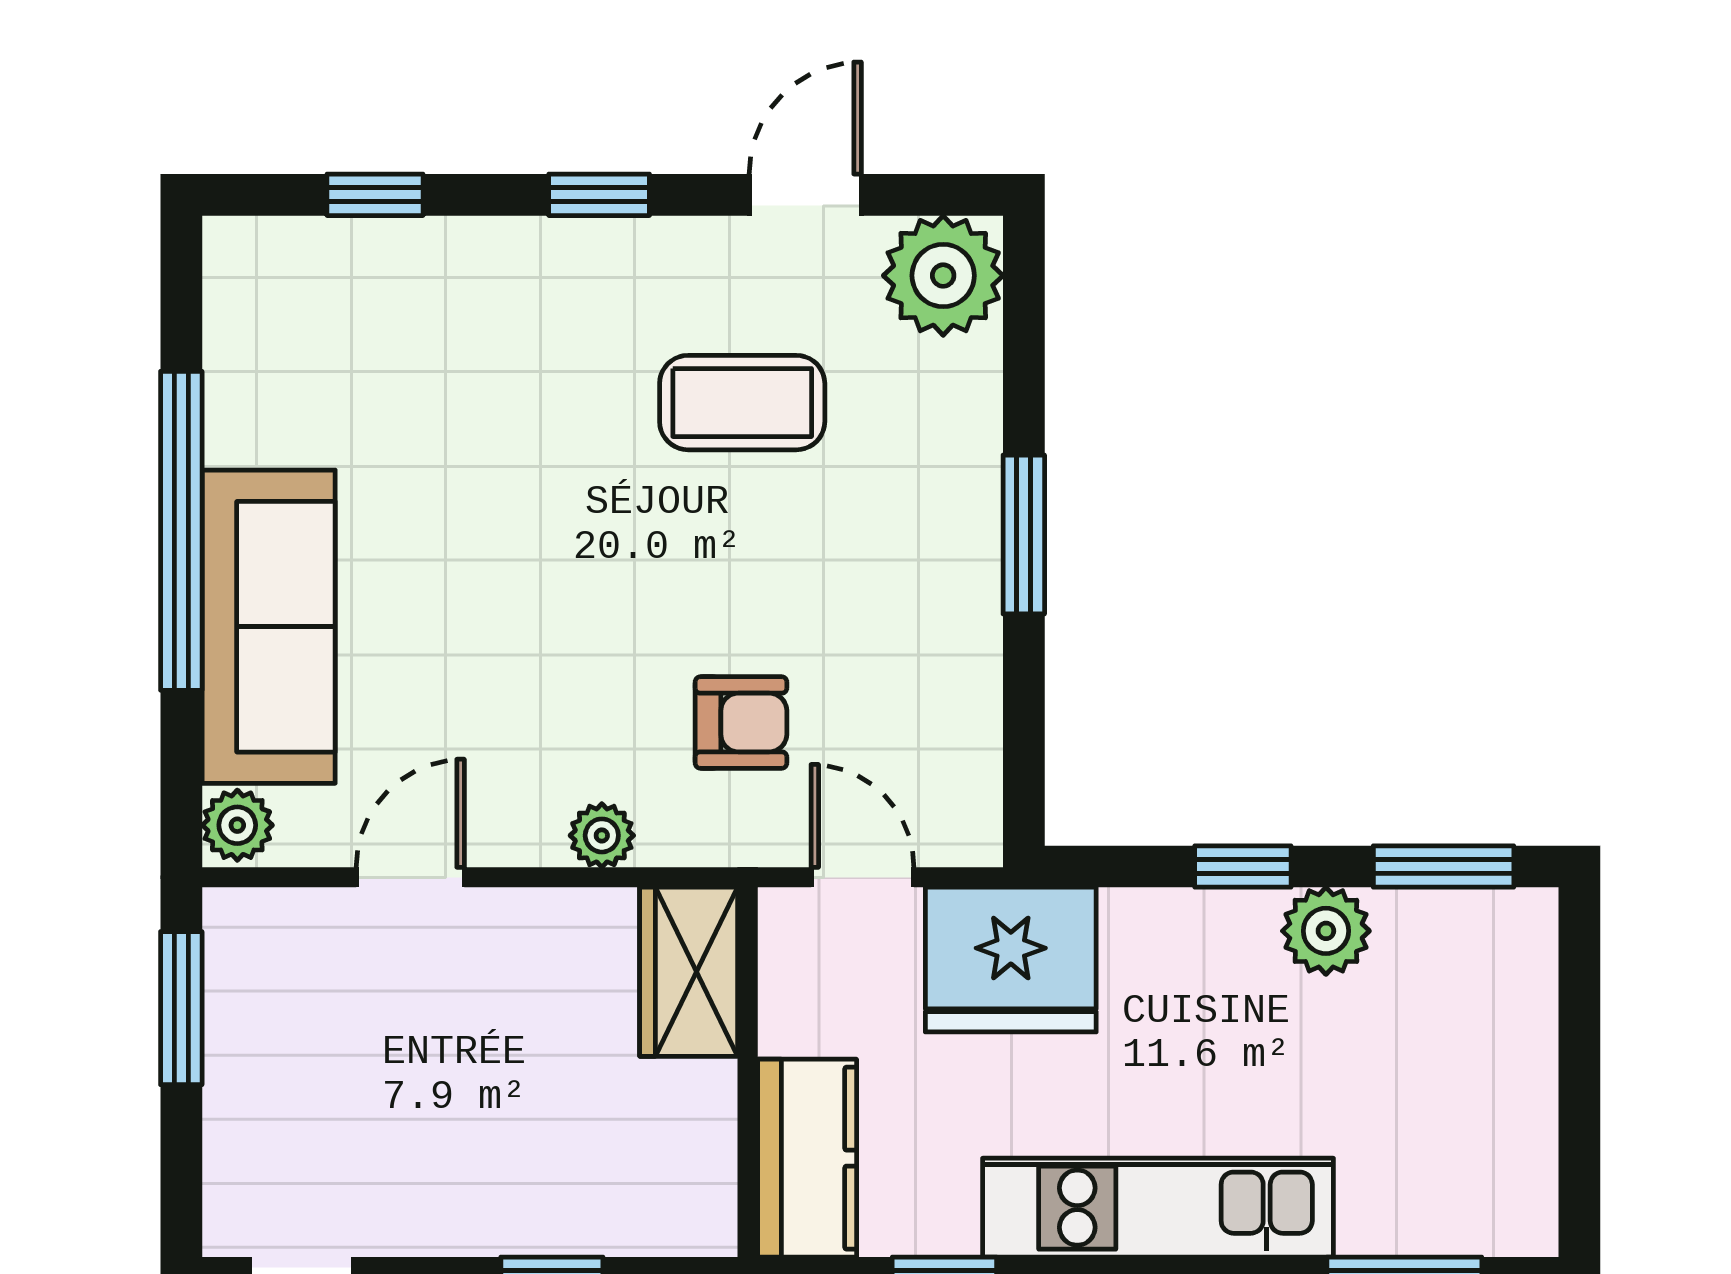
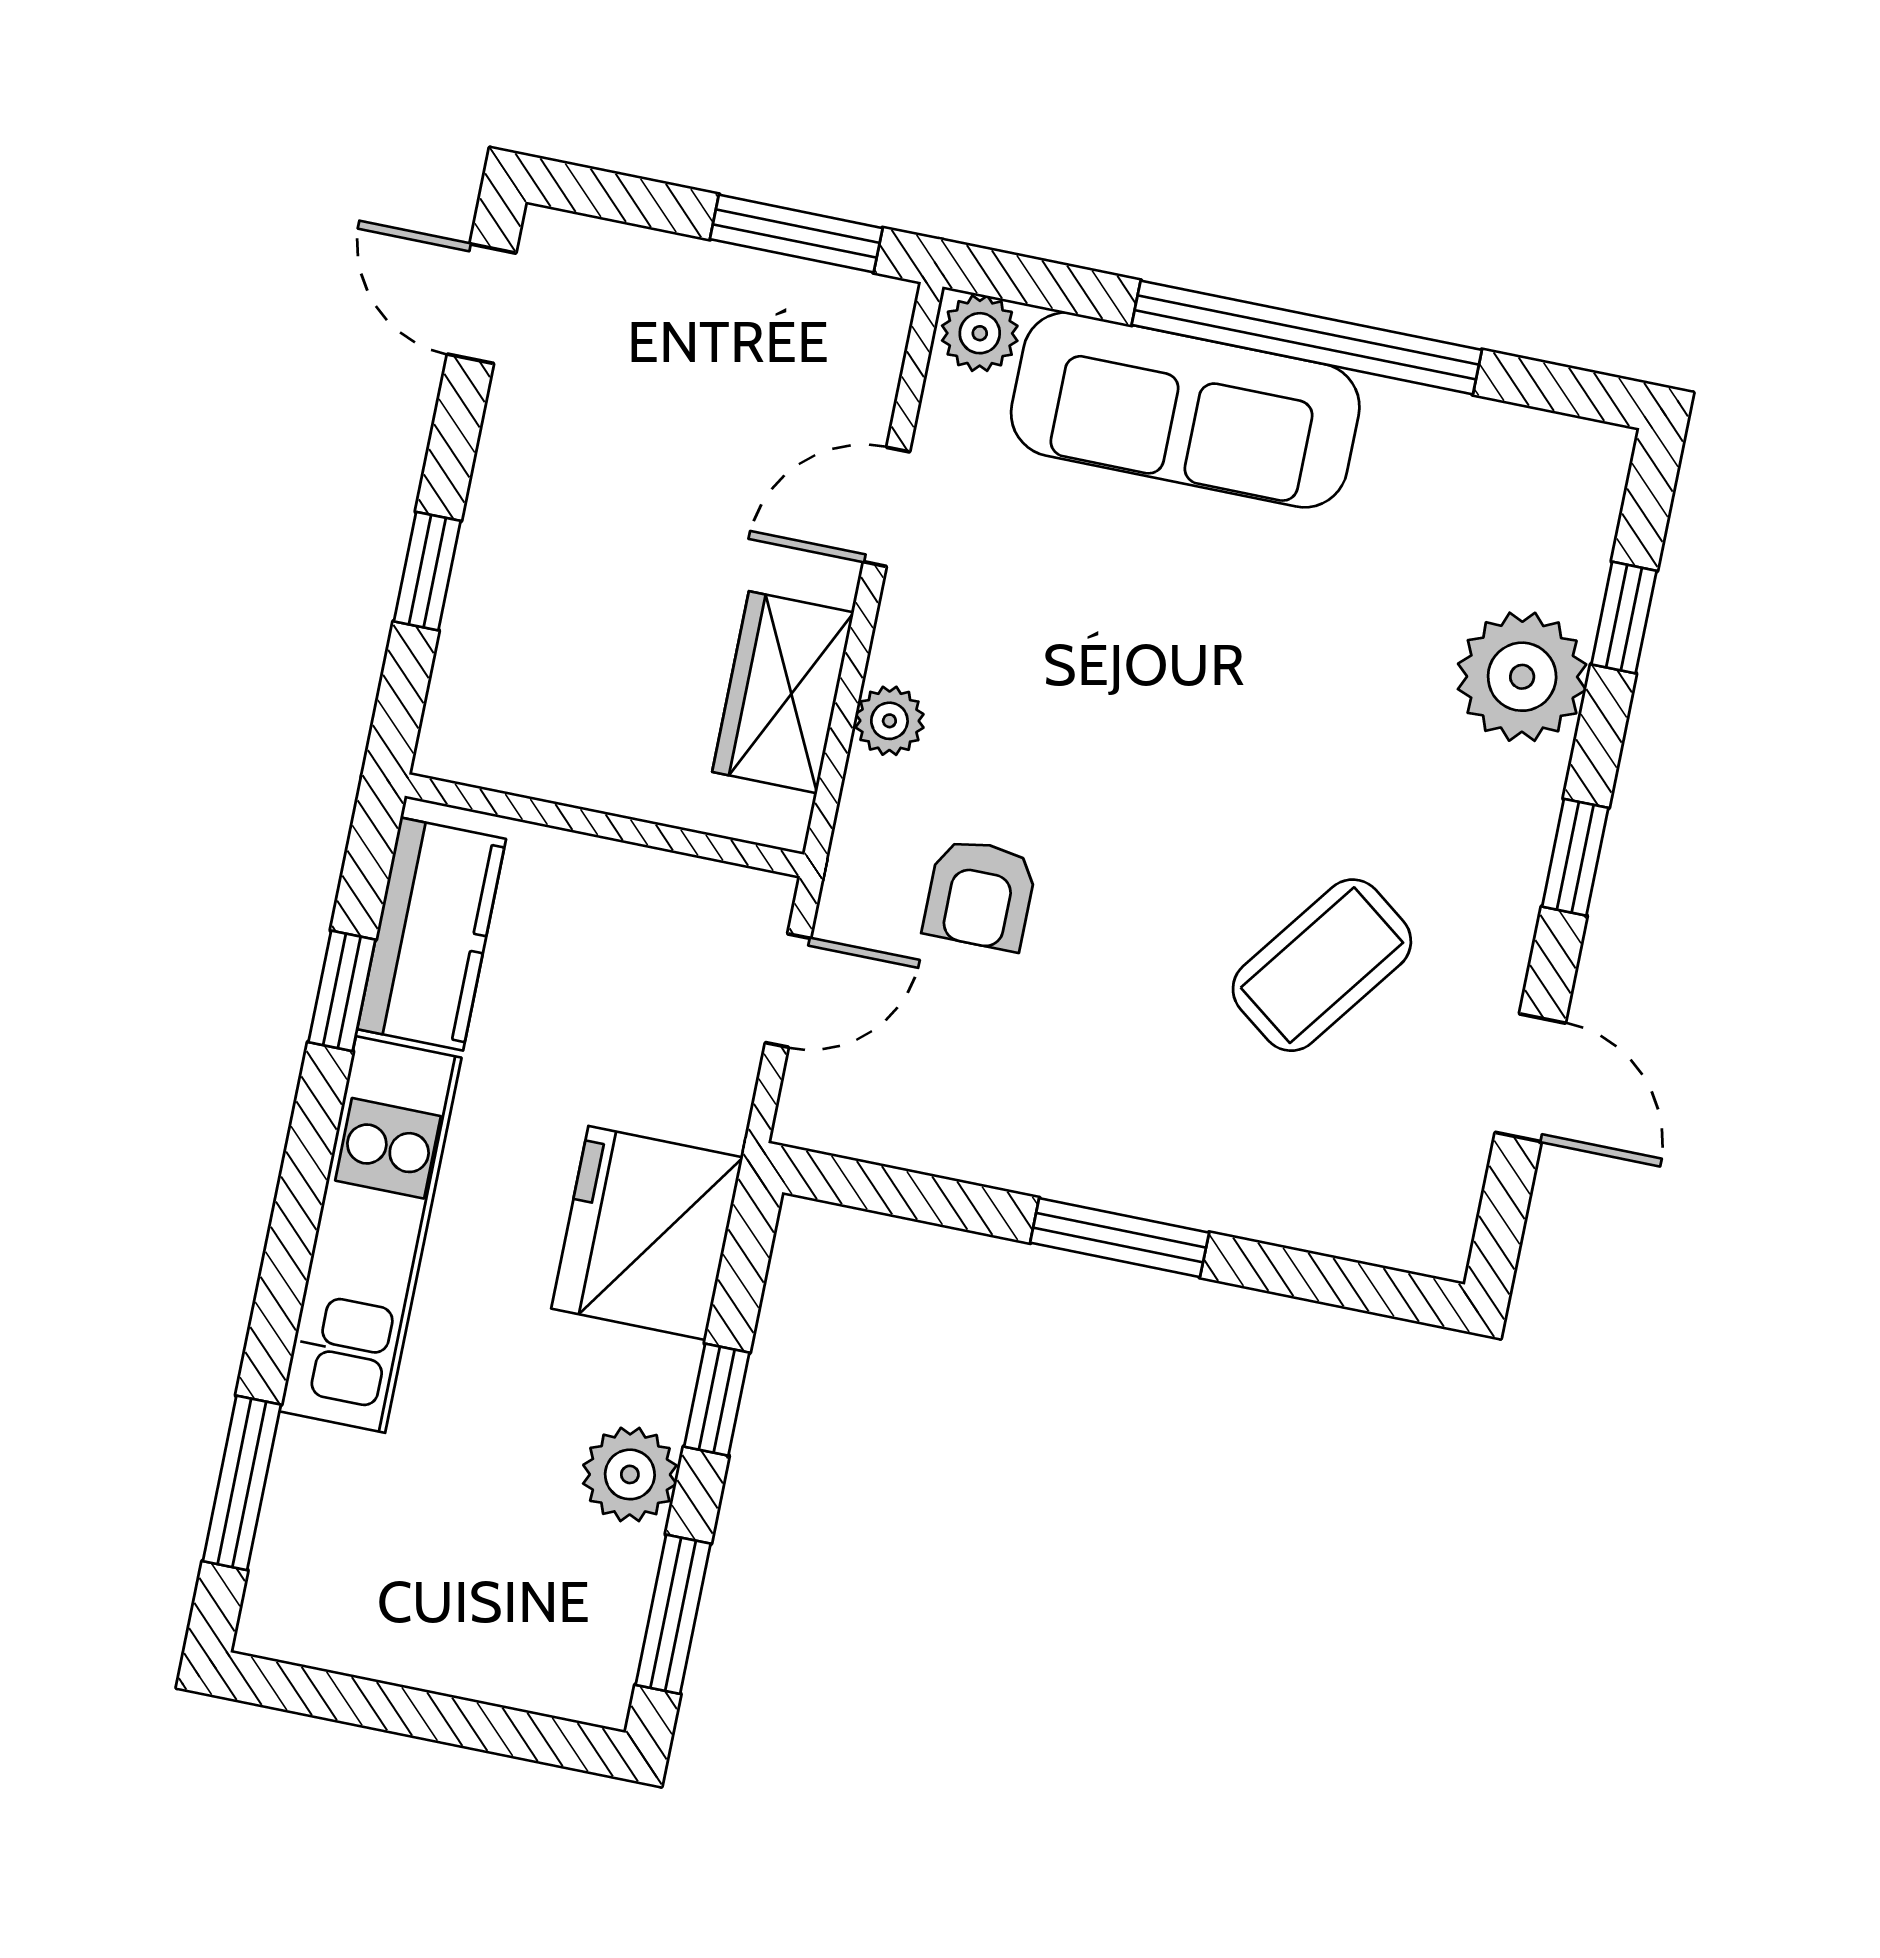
plant: (943, 276) -> (1522, 677), moved
coffee table: (742, 403) -> (1322, 965), turned 37
door: (410, 877) -> (886, 507), swing flipped
fridge: (1011, 960) -> (647, 1233), moved
wardrobe: (689, 972) -> (783, 692), moved, turned -90
kitchen counter: (807, 1158) -> (432, 934), moved, turned -90

